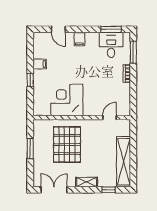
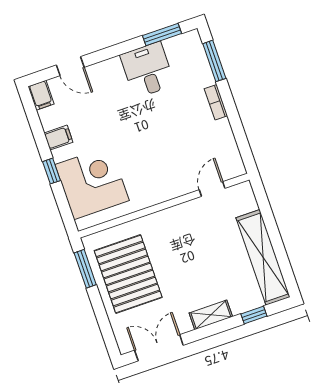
filing cabinet: (79, 39) -> (41, 95), moved
desk: (111, 45) -> (147, 70), moved
corner desk: (67, 100) -> (92, 183), moved, turned 90
pallet: (67, 145) -> (128, 274), moved
window: (30, 149) -> (85, 269), moved

